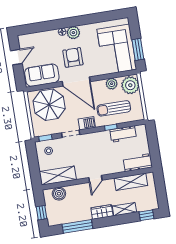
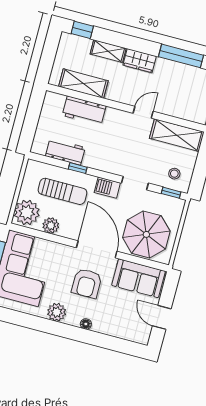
plant: (73, 33) -> (57, 312), moved
door: (16, 57) -> (162, 317), hinge flipped
workbench: (138, 163) -> (84, 111), moved
door: (95, 179) -> (143, 112), moved
boiler: (59, 194) -> (186, 110), removed

